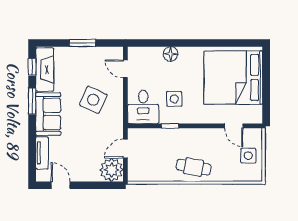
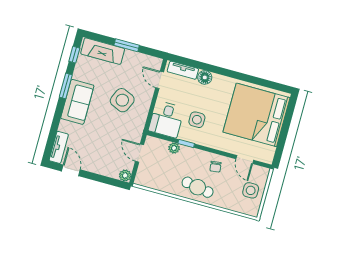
tv unit: (146, 53) -> (183, 70), added
fireplace: (45, 70) -> (103, 51), moved, turned 90
plant: (159, 134) -> (174, 148), added
chair: (206, 141) -> (215, 167), added
door: (125, 149) -> (140, 153), hinge flipped
tv unit: (42, 153) -> (59, 147), moved
plant: (112, 170) -> (125, 175), width x0.53, depth x0.53

